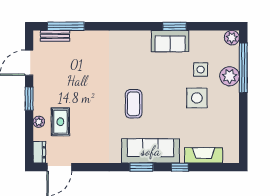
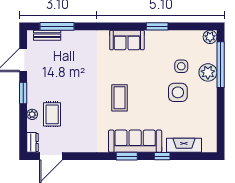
sofa: (170, 41) -> (127, 40), moved

